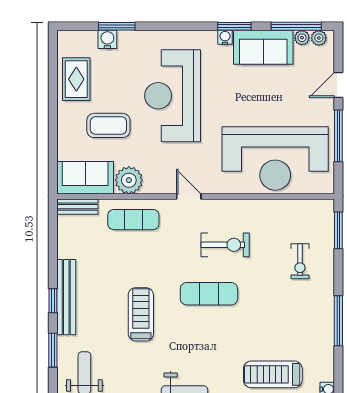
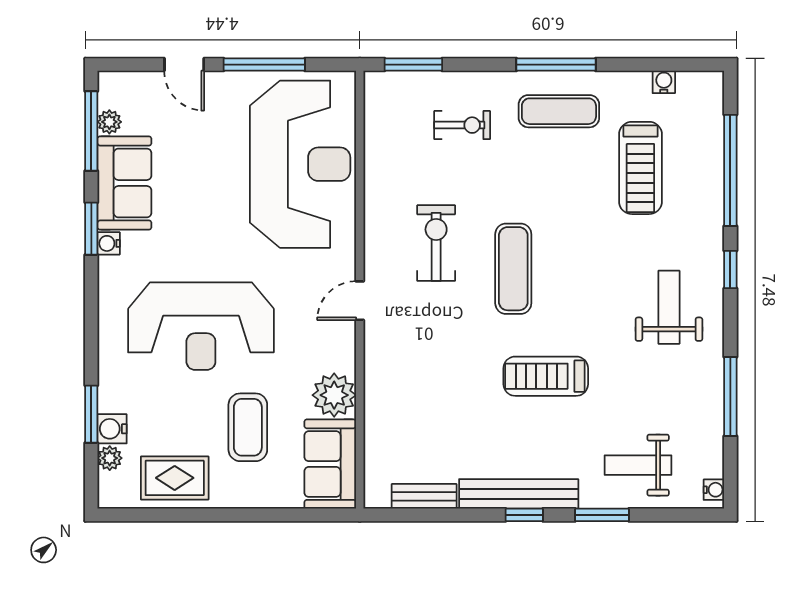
plant: (319, 38) -> (110, 458), moved
bench: (77, 207) -> (424, 496), moved, turned 90
exercise mat: (133, 220) -> (559, 111), moved, turned 90

